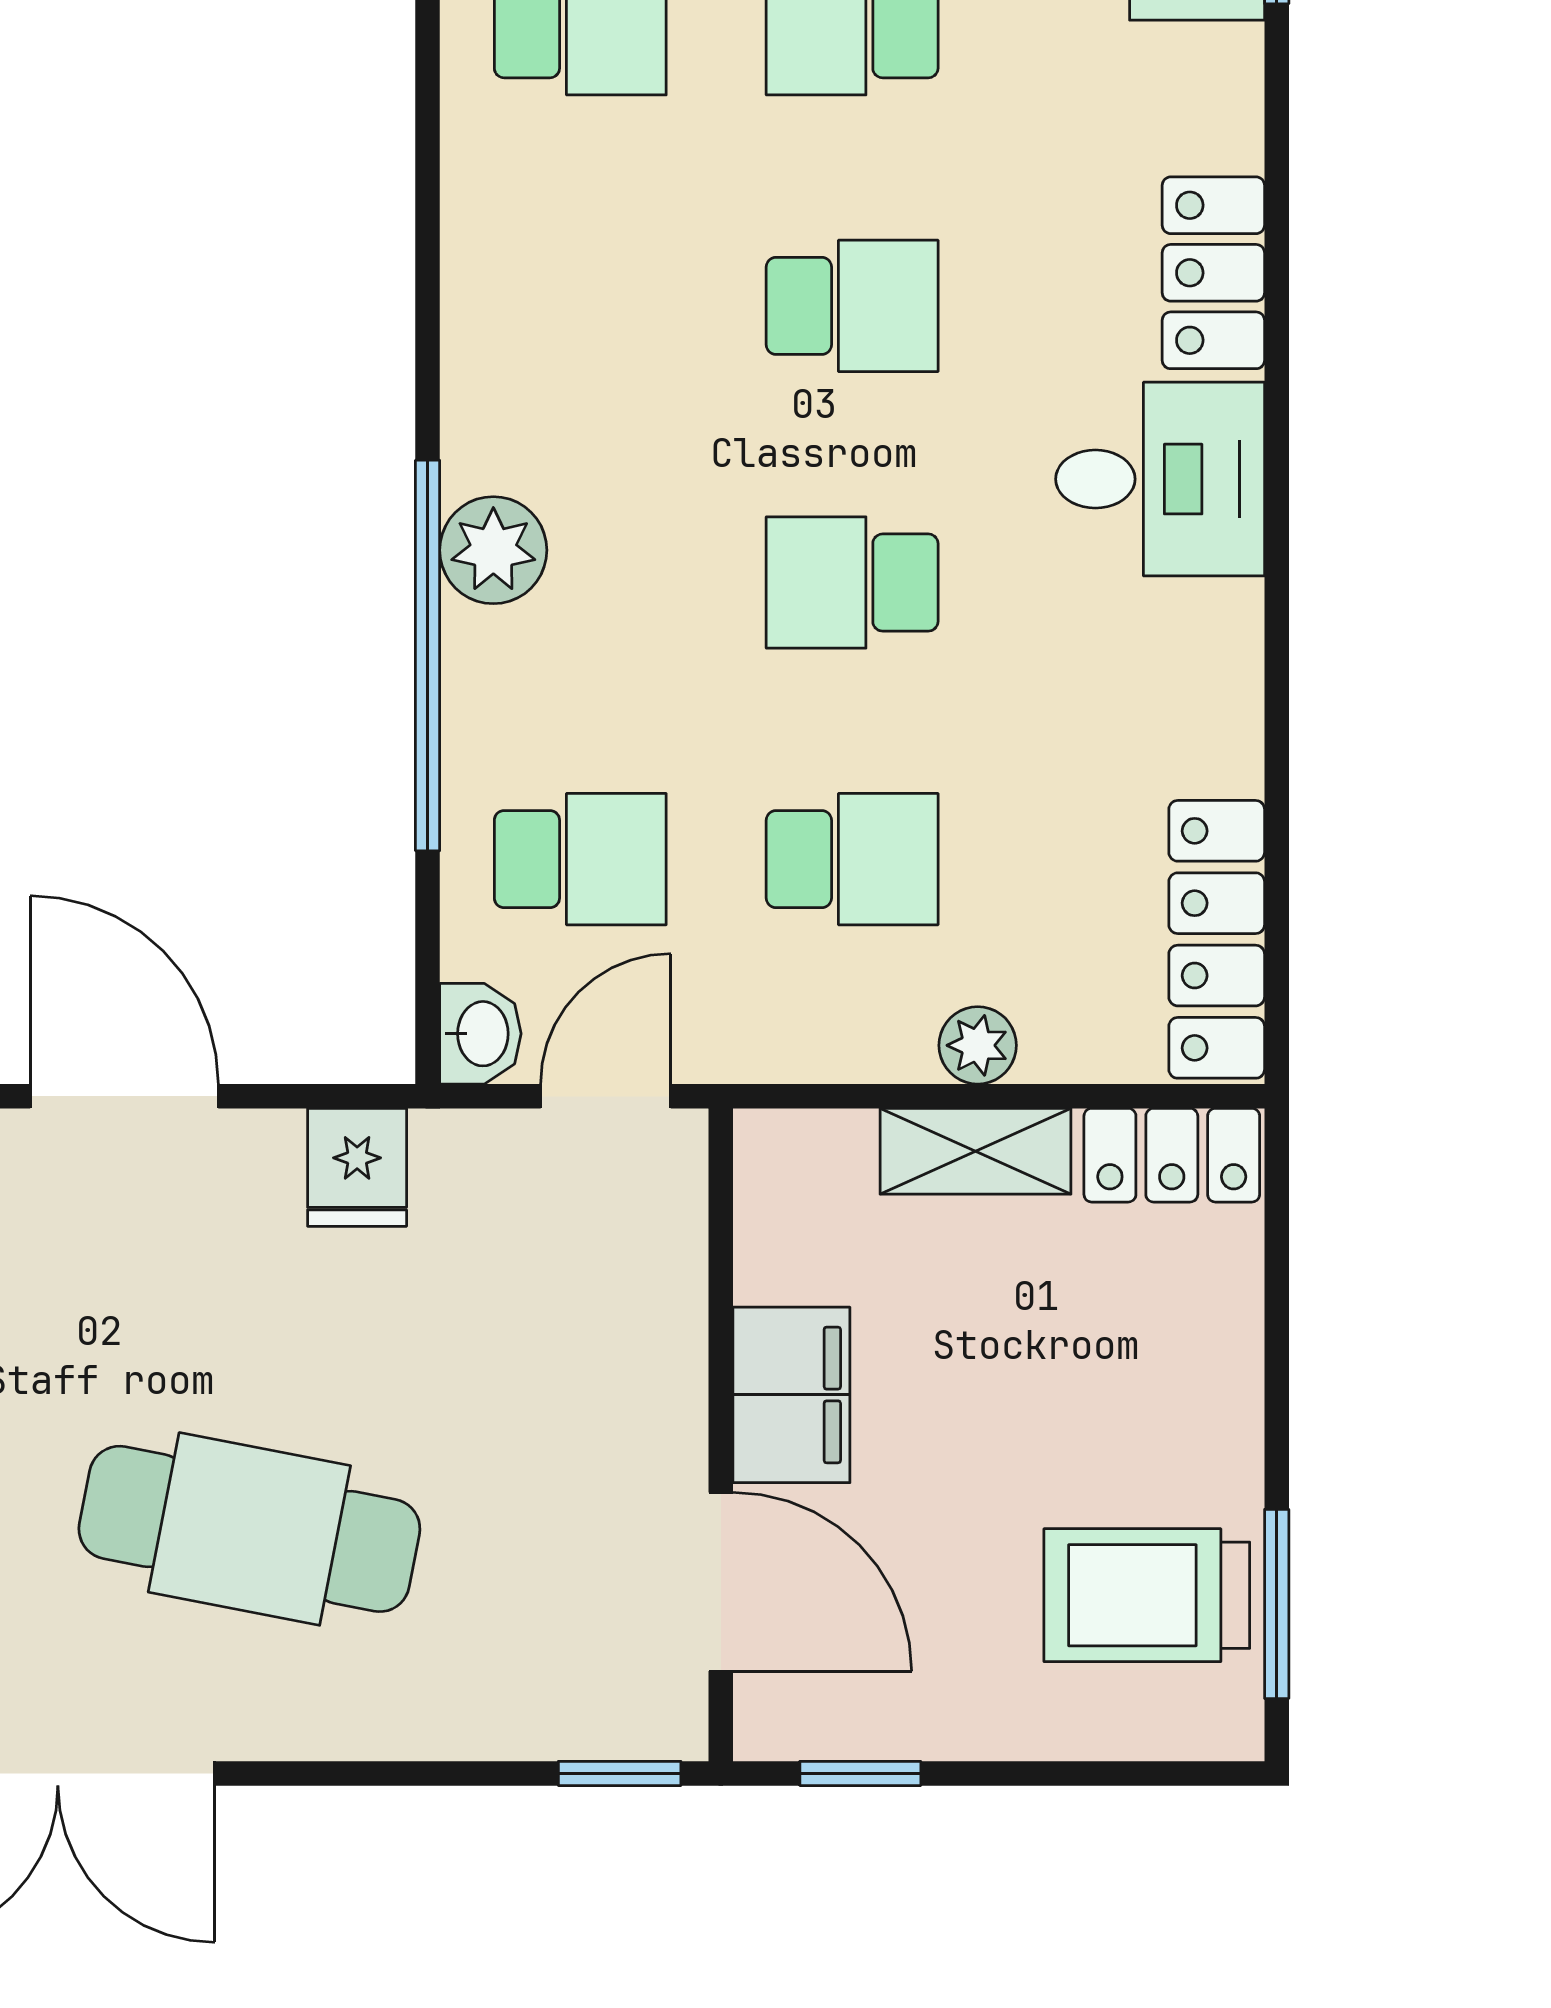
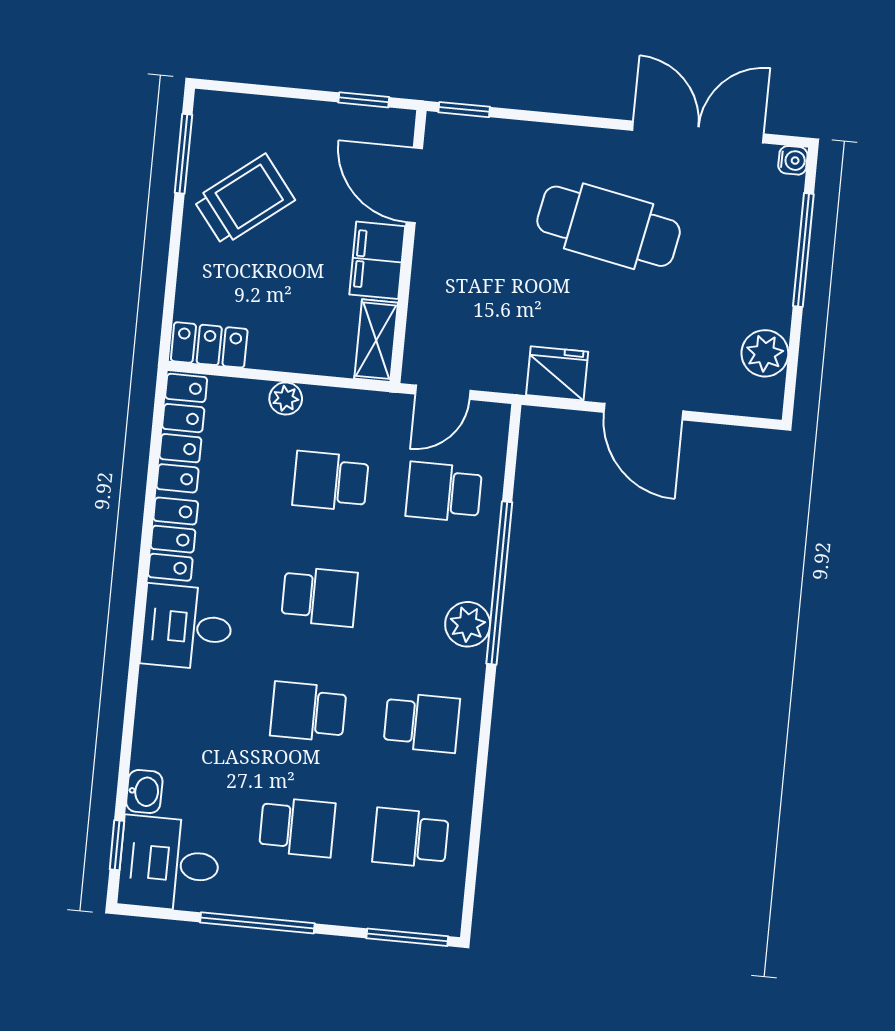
locker: (1213, 273) -> (173, 539), moved
school desk: (580, 306) -> (422, 723), added
washbasin: (480, 1034) -> (144, 792), moved, turned 180
shelving: (975, 1151) -> (376, 341), moved, turned 90
fridge: (357, 1167) -> (557, 373), width x1.38
trolley: (1147, 1595) -> (244, 200), moved, turned -38

